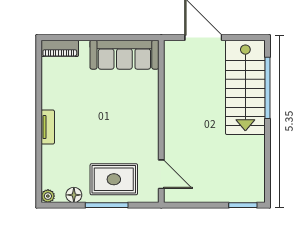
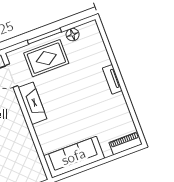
fireplace: (149, 134) -> (32, 103), added
plant: (48, 196) -> (92, 26), removed

